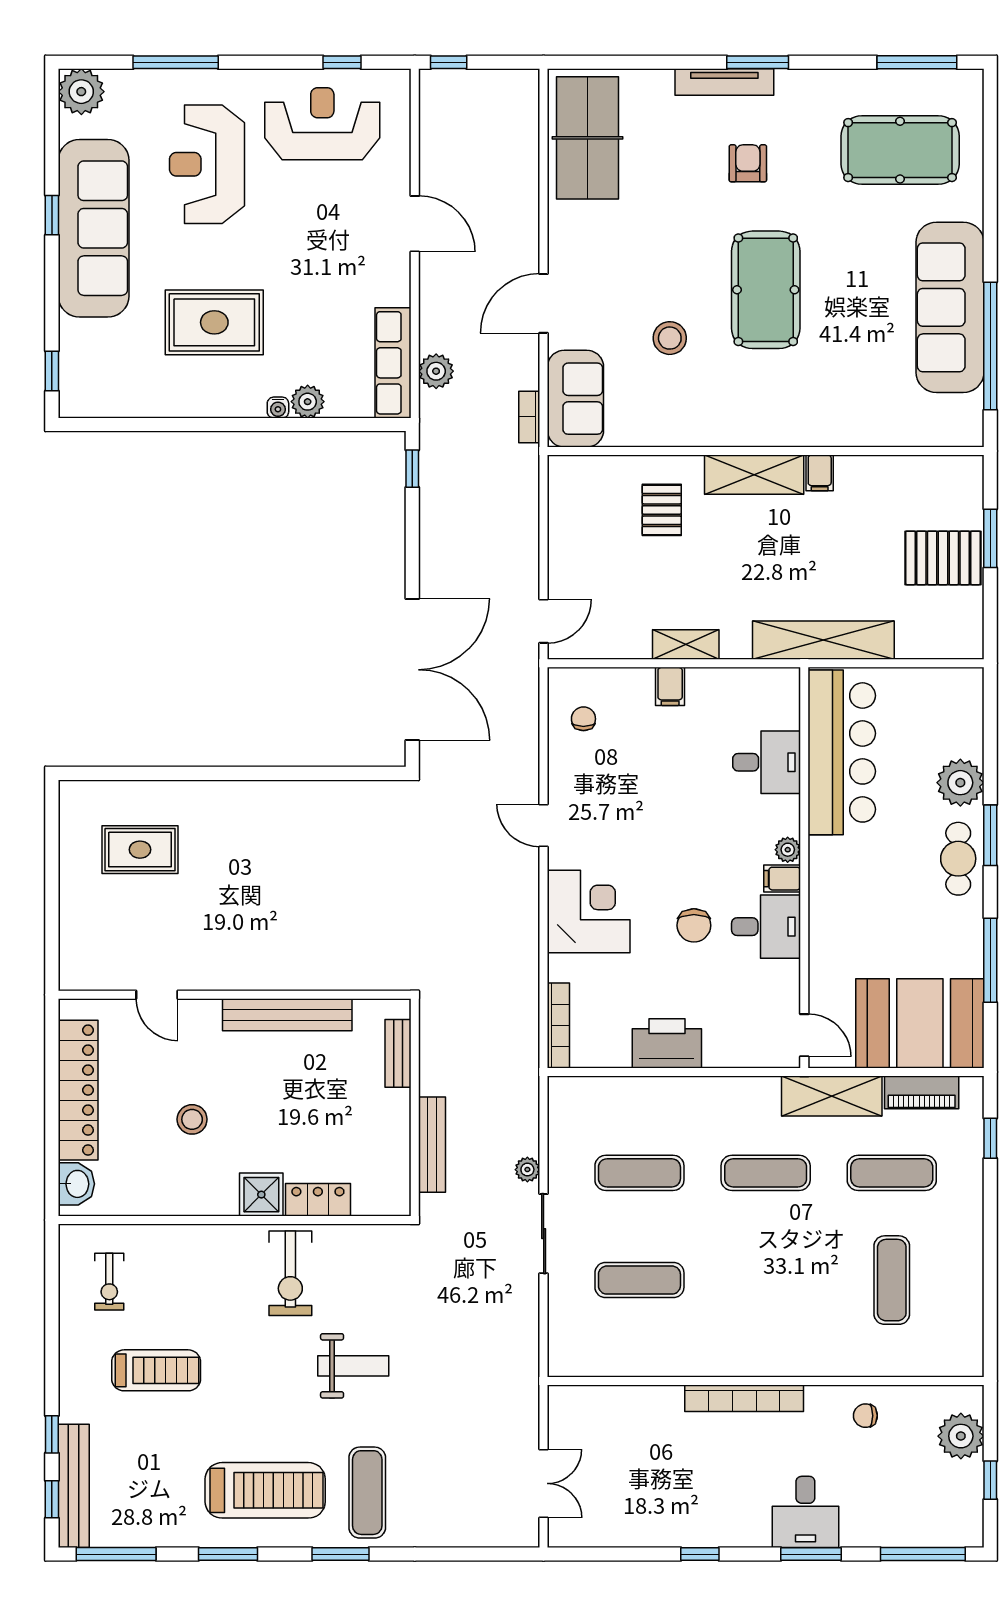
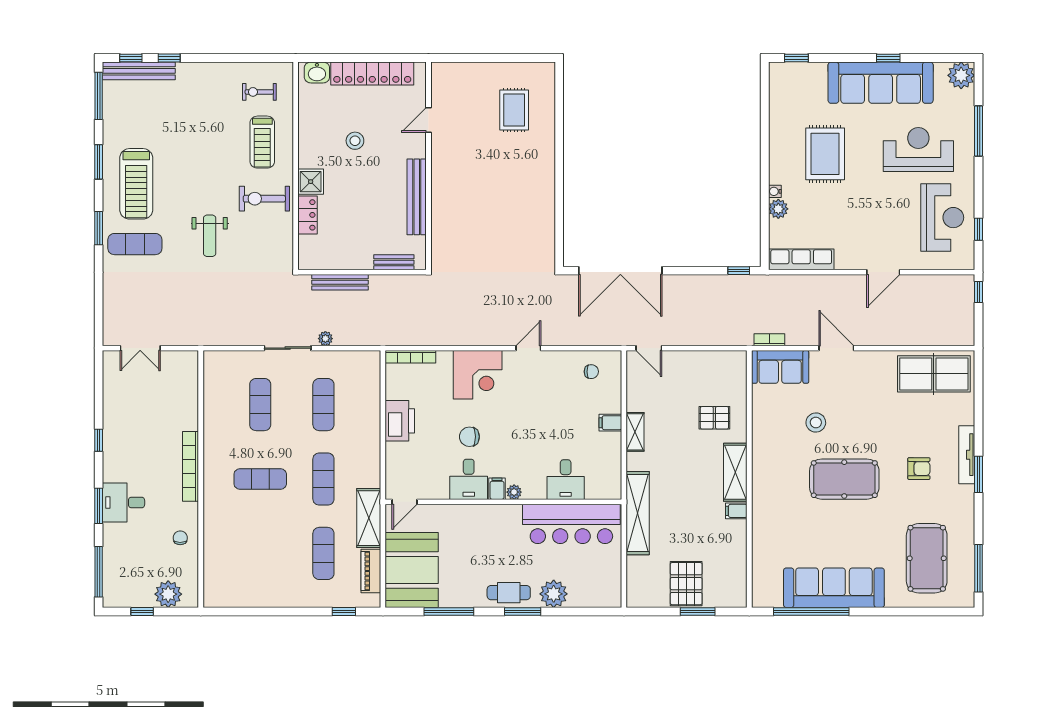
plant: (436, 371) -> (796, 285), removed
exercise mat: (892, 1280) -> (260, 479), moved
treadmill: (156, 1370) -> (262, 142), moved

